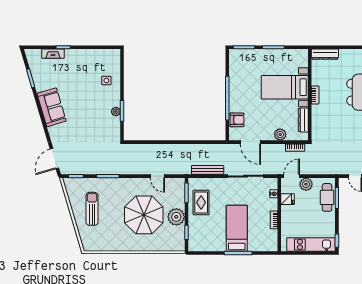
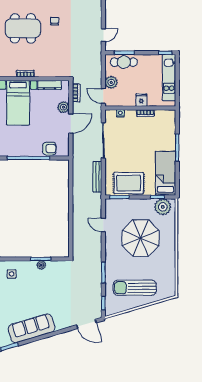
sofa: (52, 107) -> (31, 328), width x1.36
armchair: (237, 120) -> (49, 149), turned 90
door: (250, 142) -> (71, 123), moved
door: (157, 176) -> (103, 225), swing flipped
fridge: (288, 199) -> (141, 100), moved
rug: (201, 202) -> (129, 183), width x1.36, depth x1.43
sun lounger: (92, 209) -> (135, 288), width x1.36, depth x1.34
plant: (176, 217) -> (163, 207), moved
bed: (237, 228) -> (166, 173), moved, turned 90

